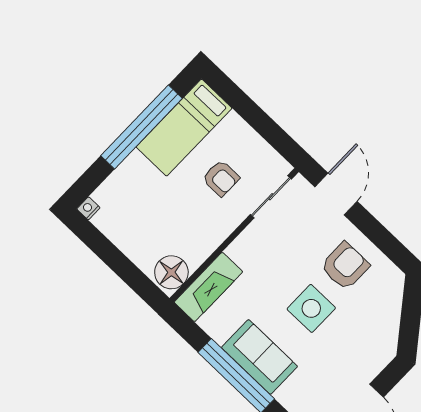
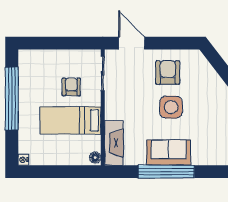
bed: (184, 128) -> (70, 120), moved, turned 90
armchair: (221, 178) -> (71, 87), turned -90
floor lamp: (171, 272) -> (95, 158), width x0.53, depth x0.53

